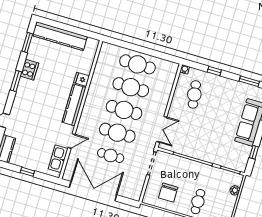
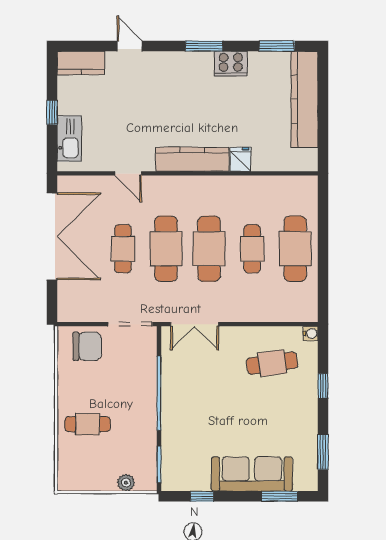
cafe table: (131, 87) -> (252, 249), width x0.73, depth x0.74
kitchen sink: (58, 159) -> (69, 139), moved, turned 90
chair: (168, 193) -> (87, 346), moved, turned 180

